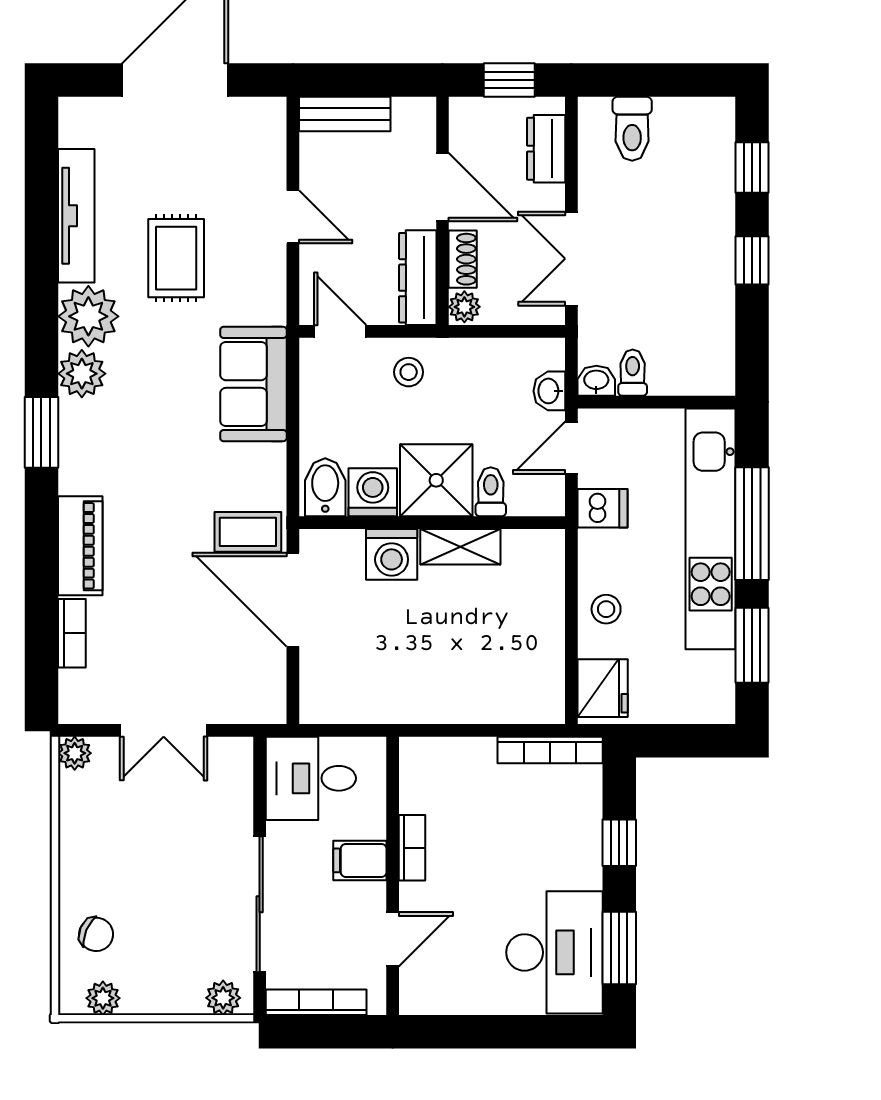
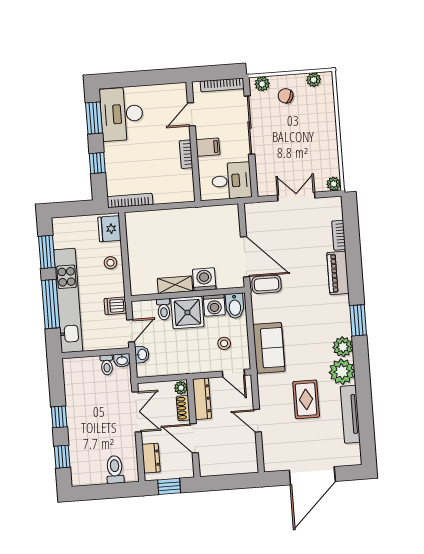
bench: (345, 114) -> (238, 467), removed
stool: (409, 372) -> (224, 343), moved
chair: (96, 934) -> (286, 96), moved

